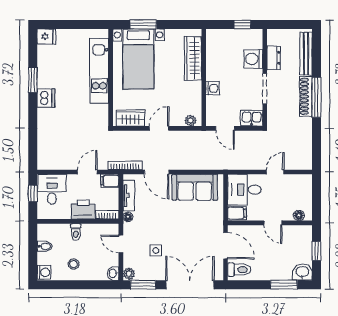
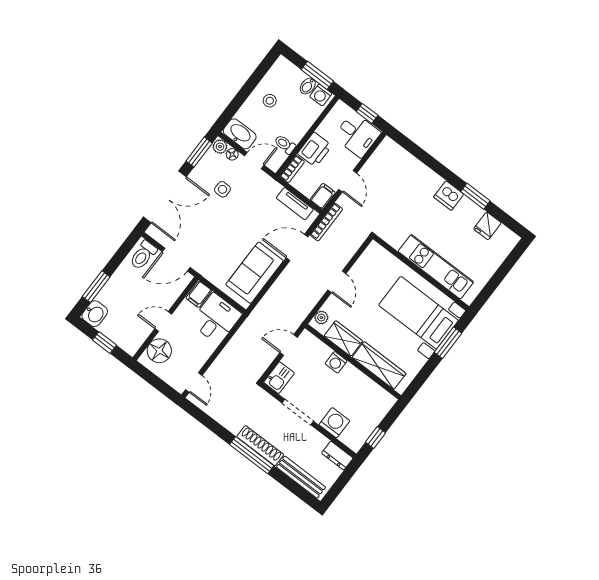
fridge: (46, 36) -> (487, 226), moved
dresser: (274, 58) -> (337, 456), moved
wardrobe: (131, 118) -> (343, 339), moved, turned -90
door: (275, 172) -> (194, 382), moved
floor lamp: (299, 215) -> (159, 351), width x1.89, depth x1.89
floor lamp: (128, 217) -> (232, 154), moved
toilet: (76, 232) -> (285, 144), moved
window: (33, 245) -> (317, 75), added
washing machine: (44, 272) -> (321, 95), moved
washbasin: (113, 273) -> (240, 134), width x1.91, depth x1.45

